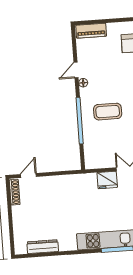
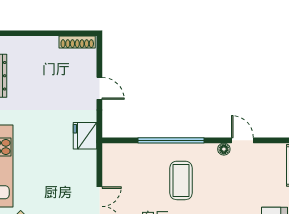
door: (28, 175) -> (99, 88), moved
fridge: (107, 180) -> (85, 136), moved

